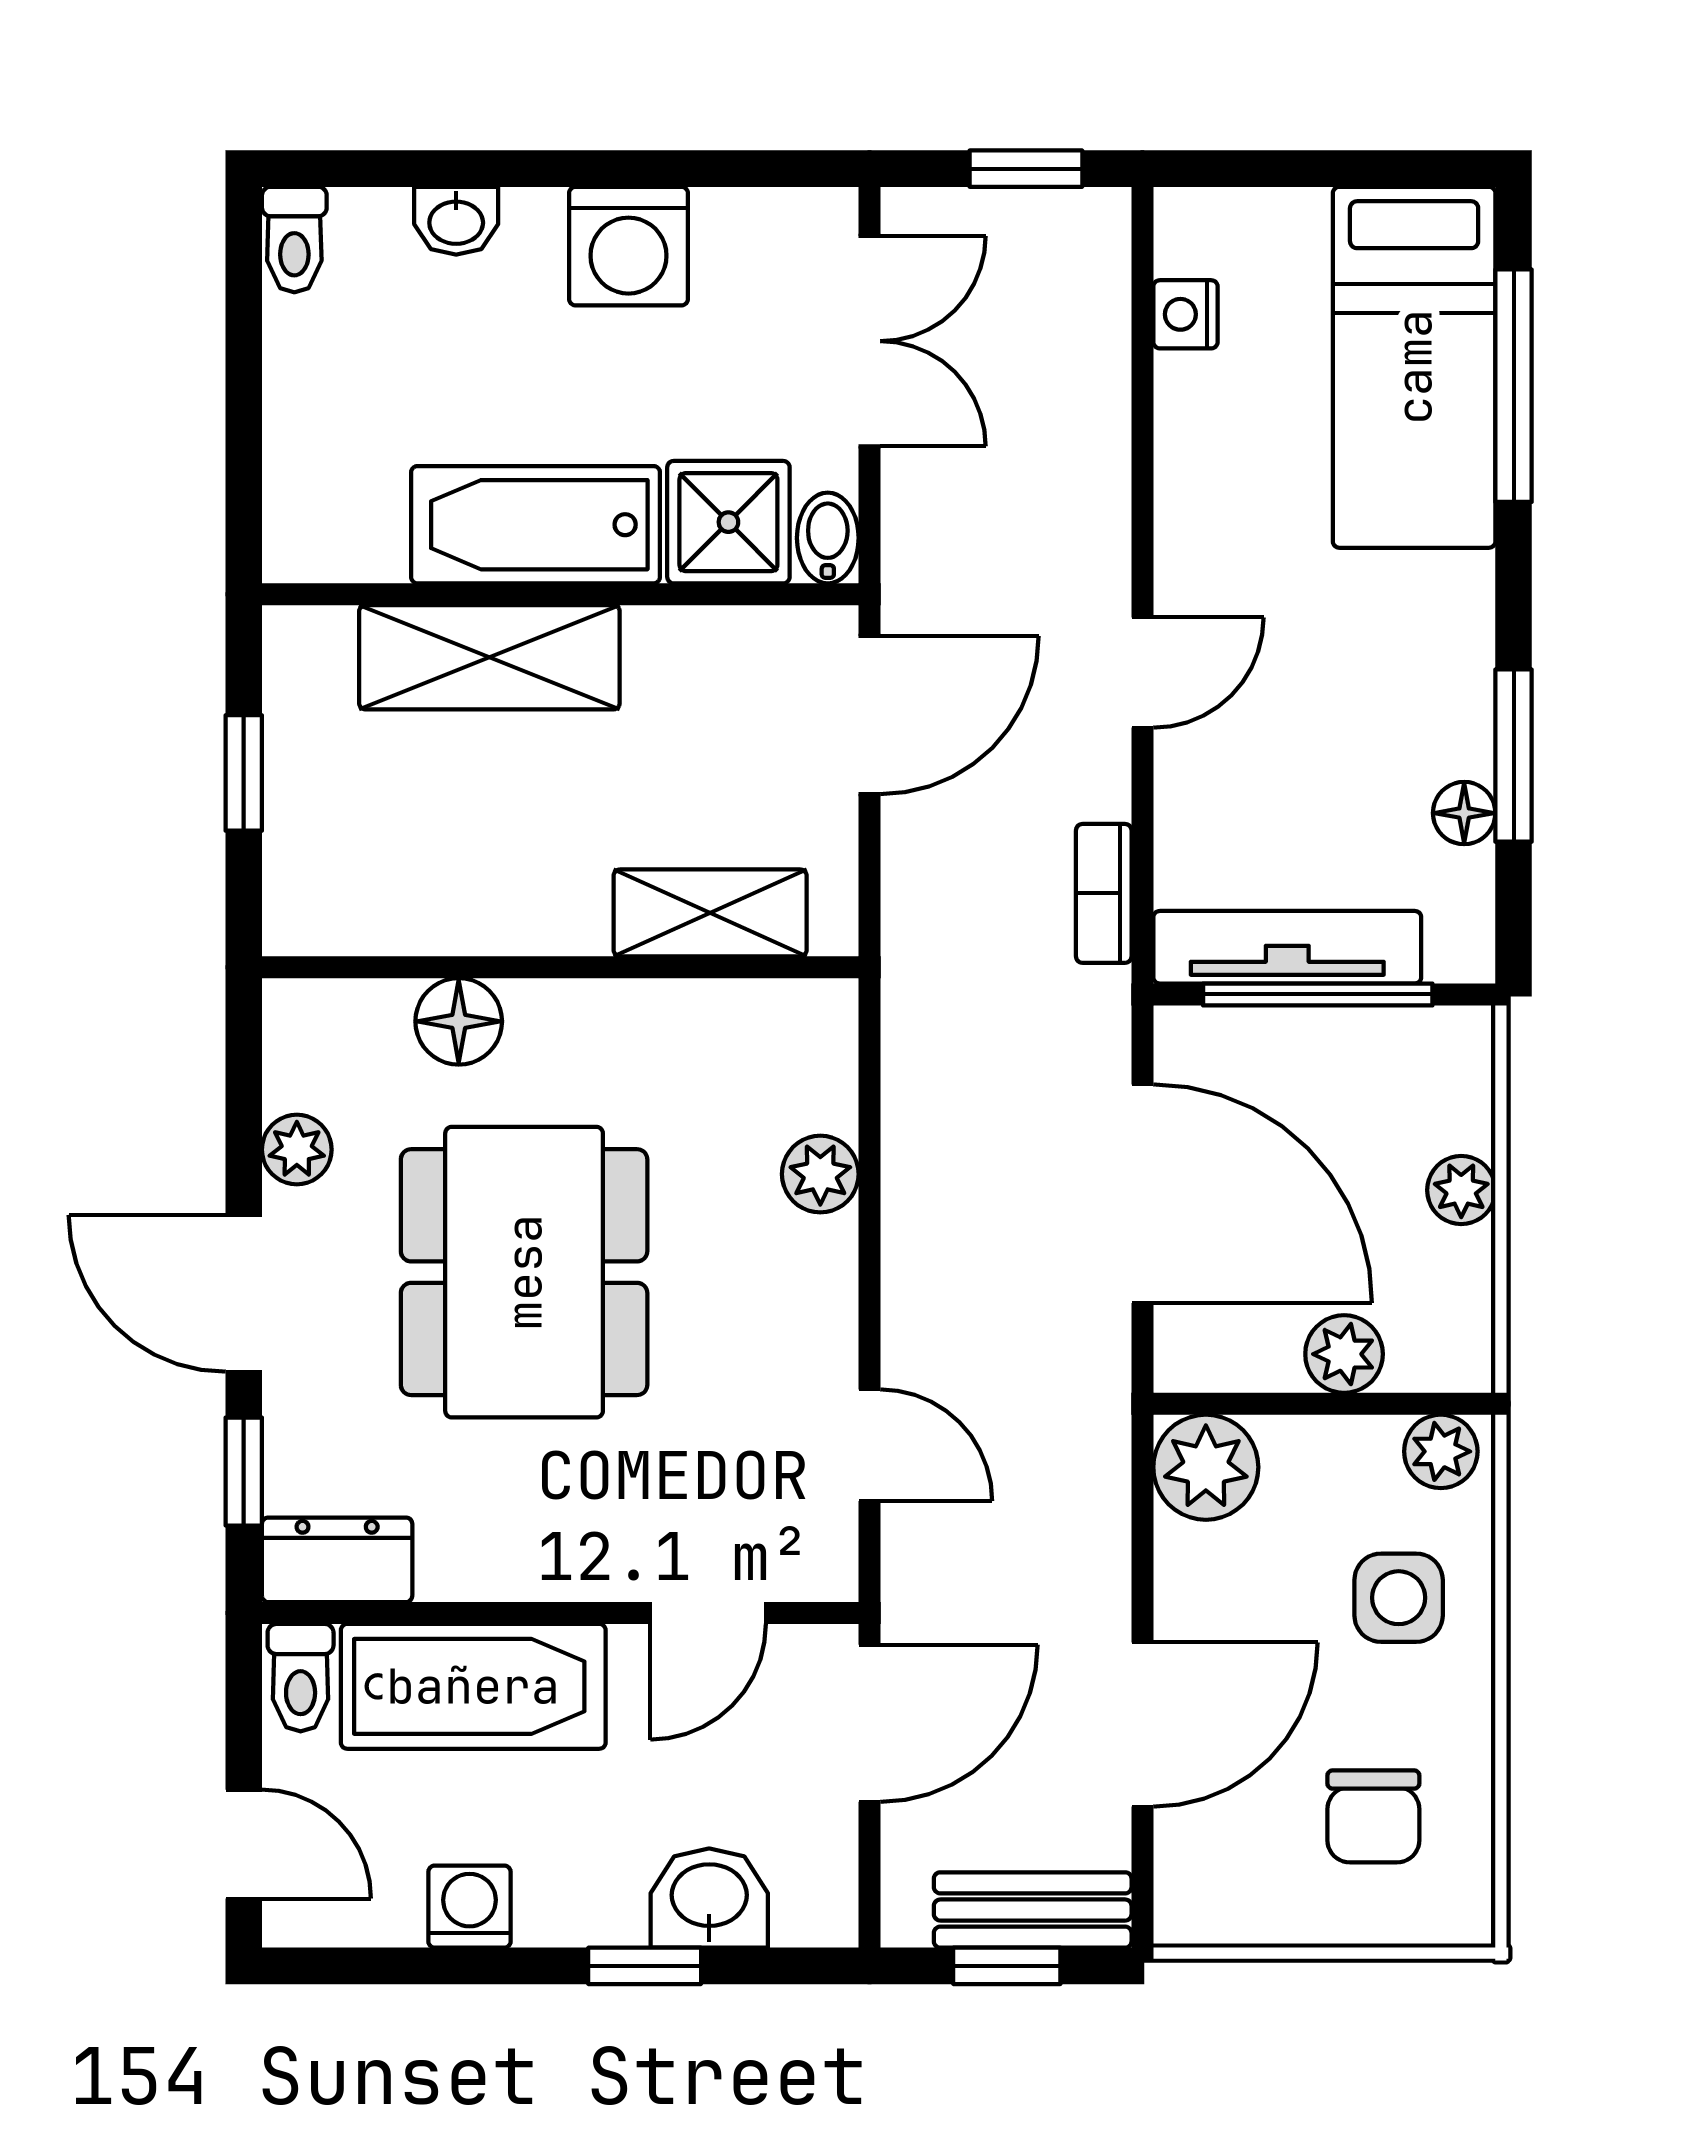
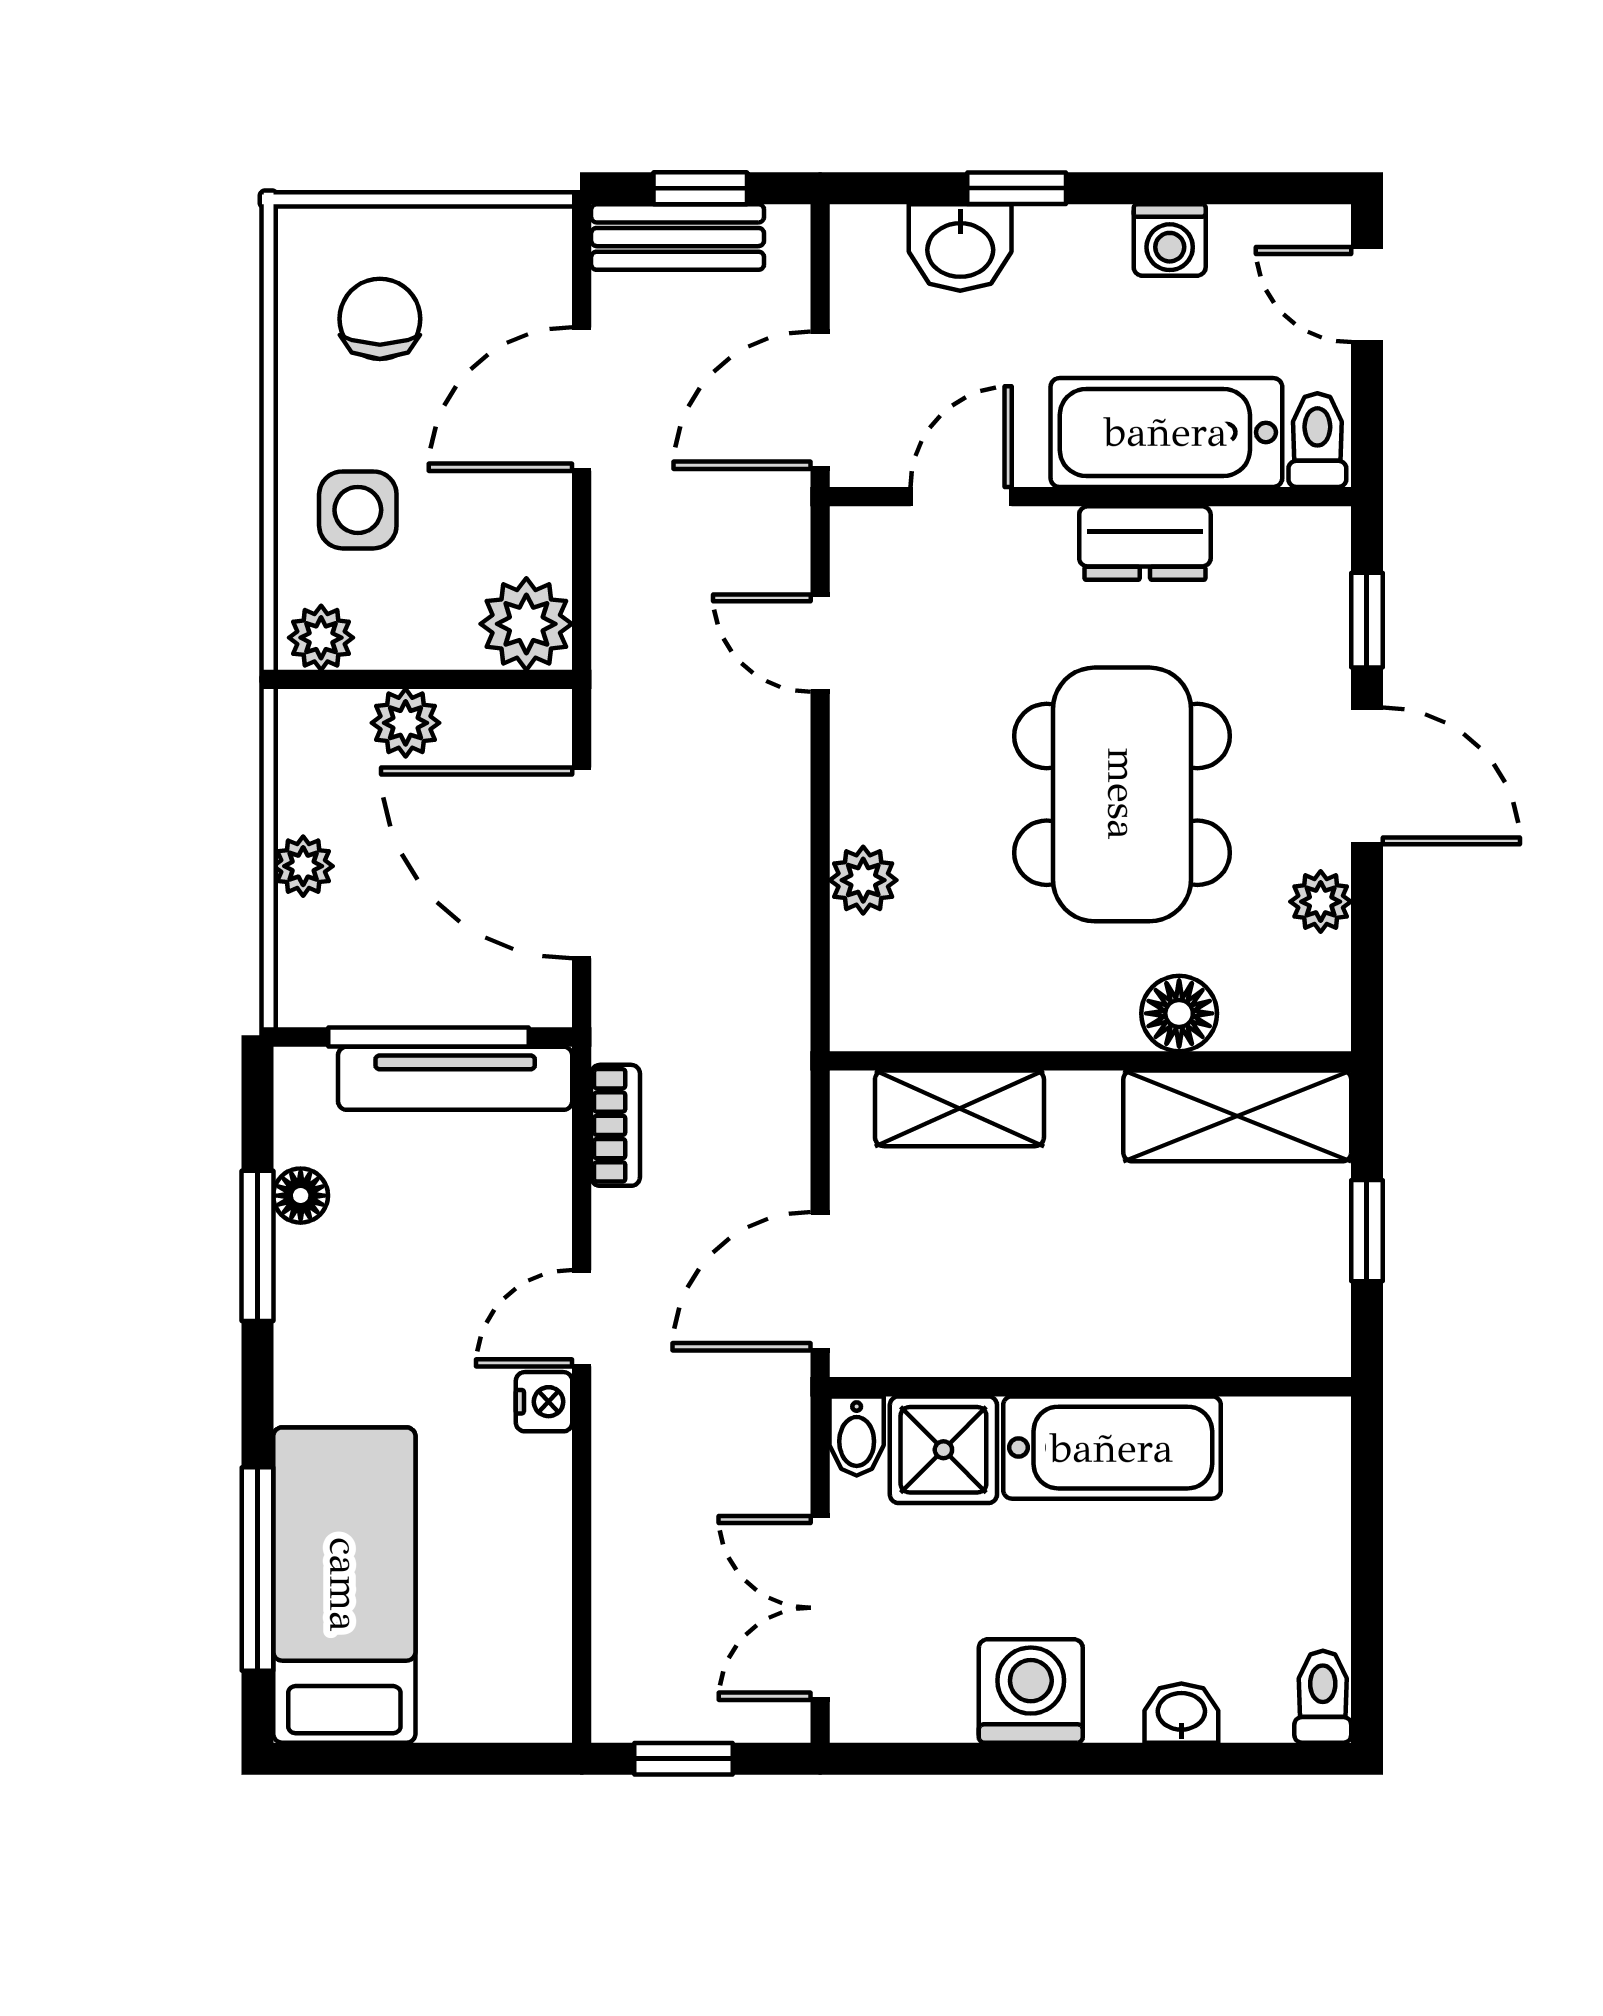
nightstand: (1186, 314) -> (544, 1402), moved
shelving: (489, 657) -> (1237, 1116), moved
dresser: (337, 1560) -> (1145, 543), moved

